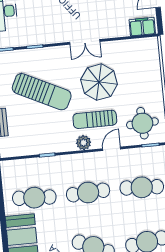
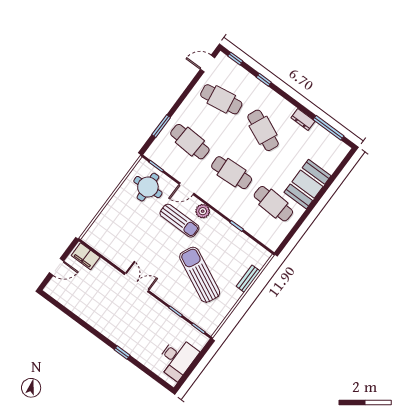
parasol: (99, 82) -> (152, 245), removed

